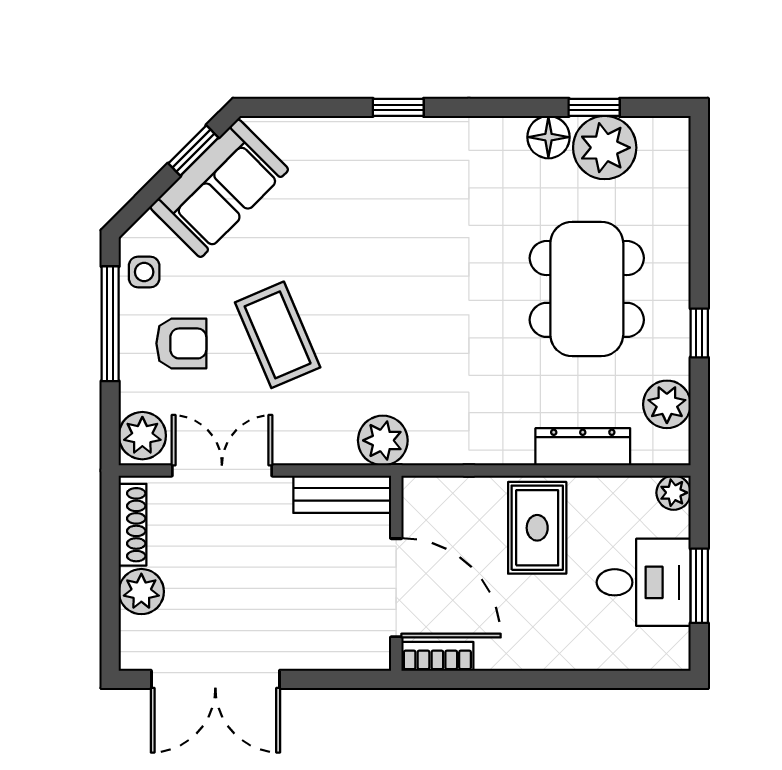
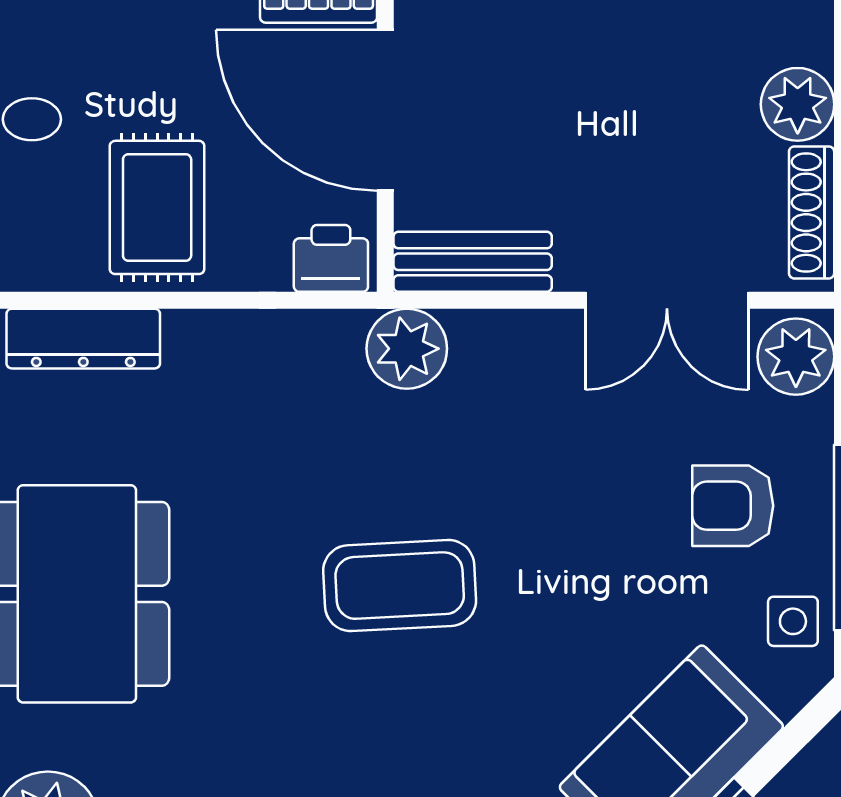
coffee table: (278, 335) -> (400, 586), moved, turned -70
printer: (430, 496) -> (331, 258), added

